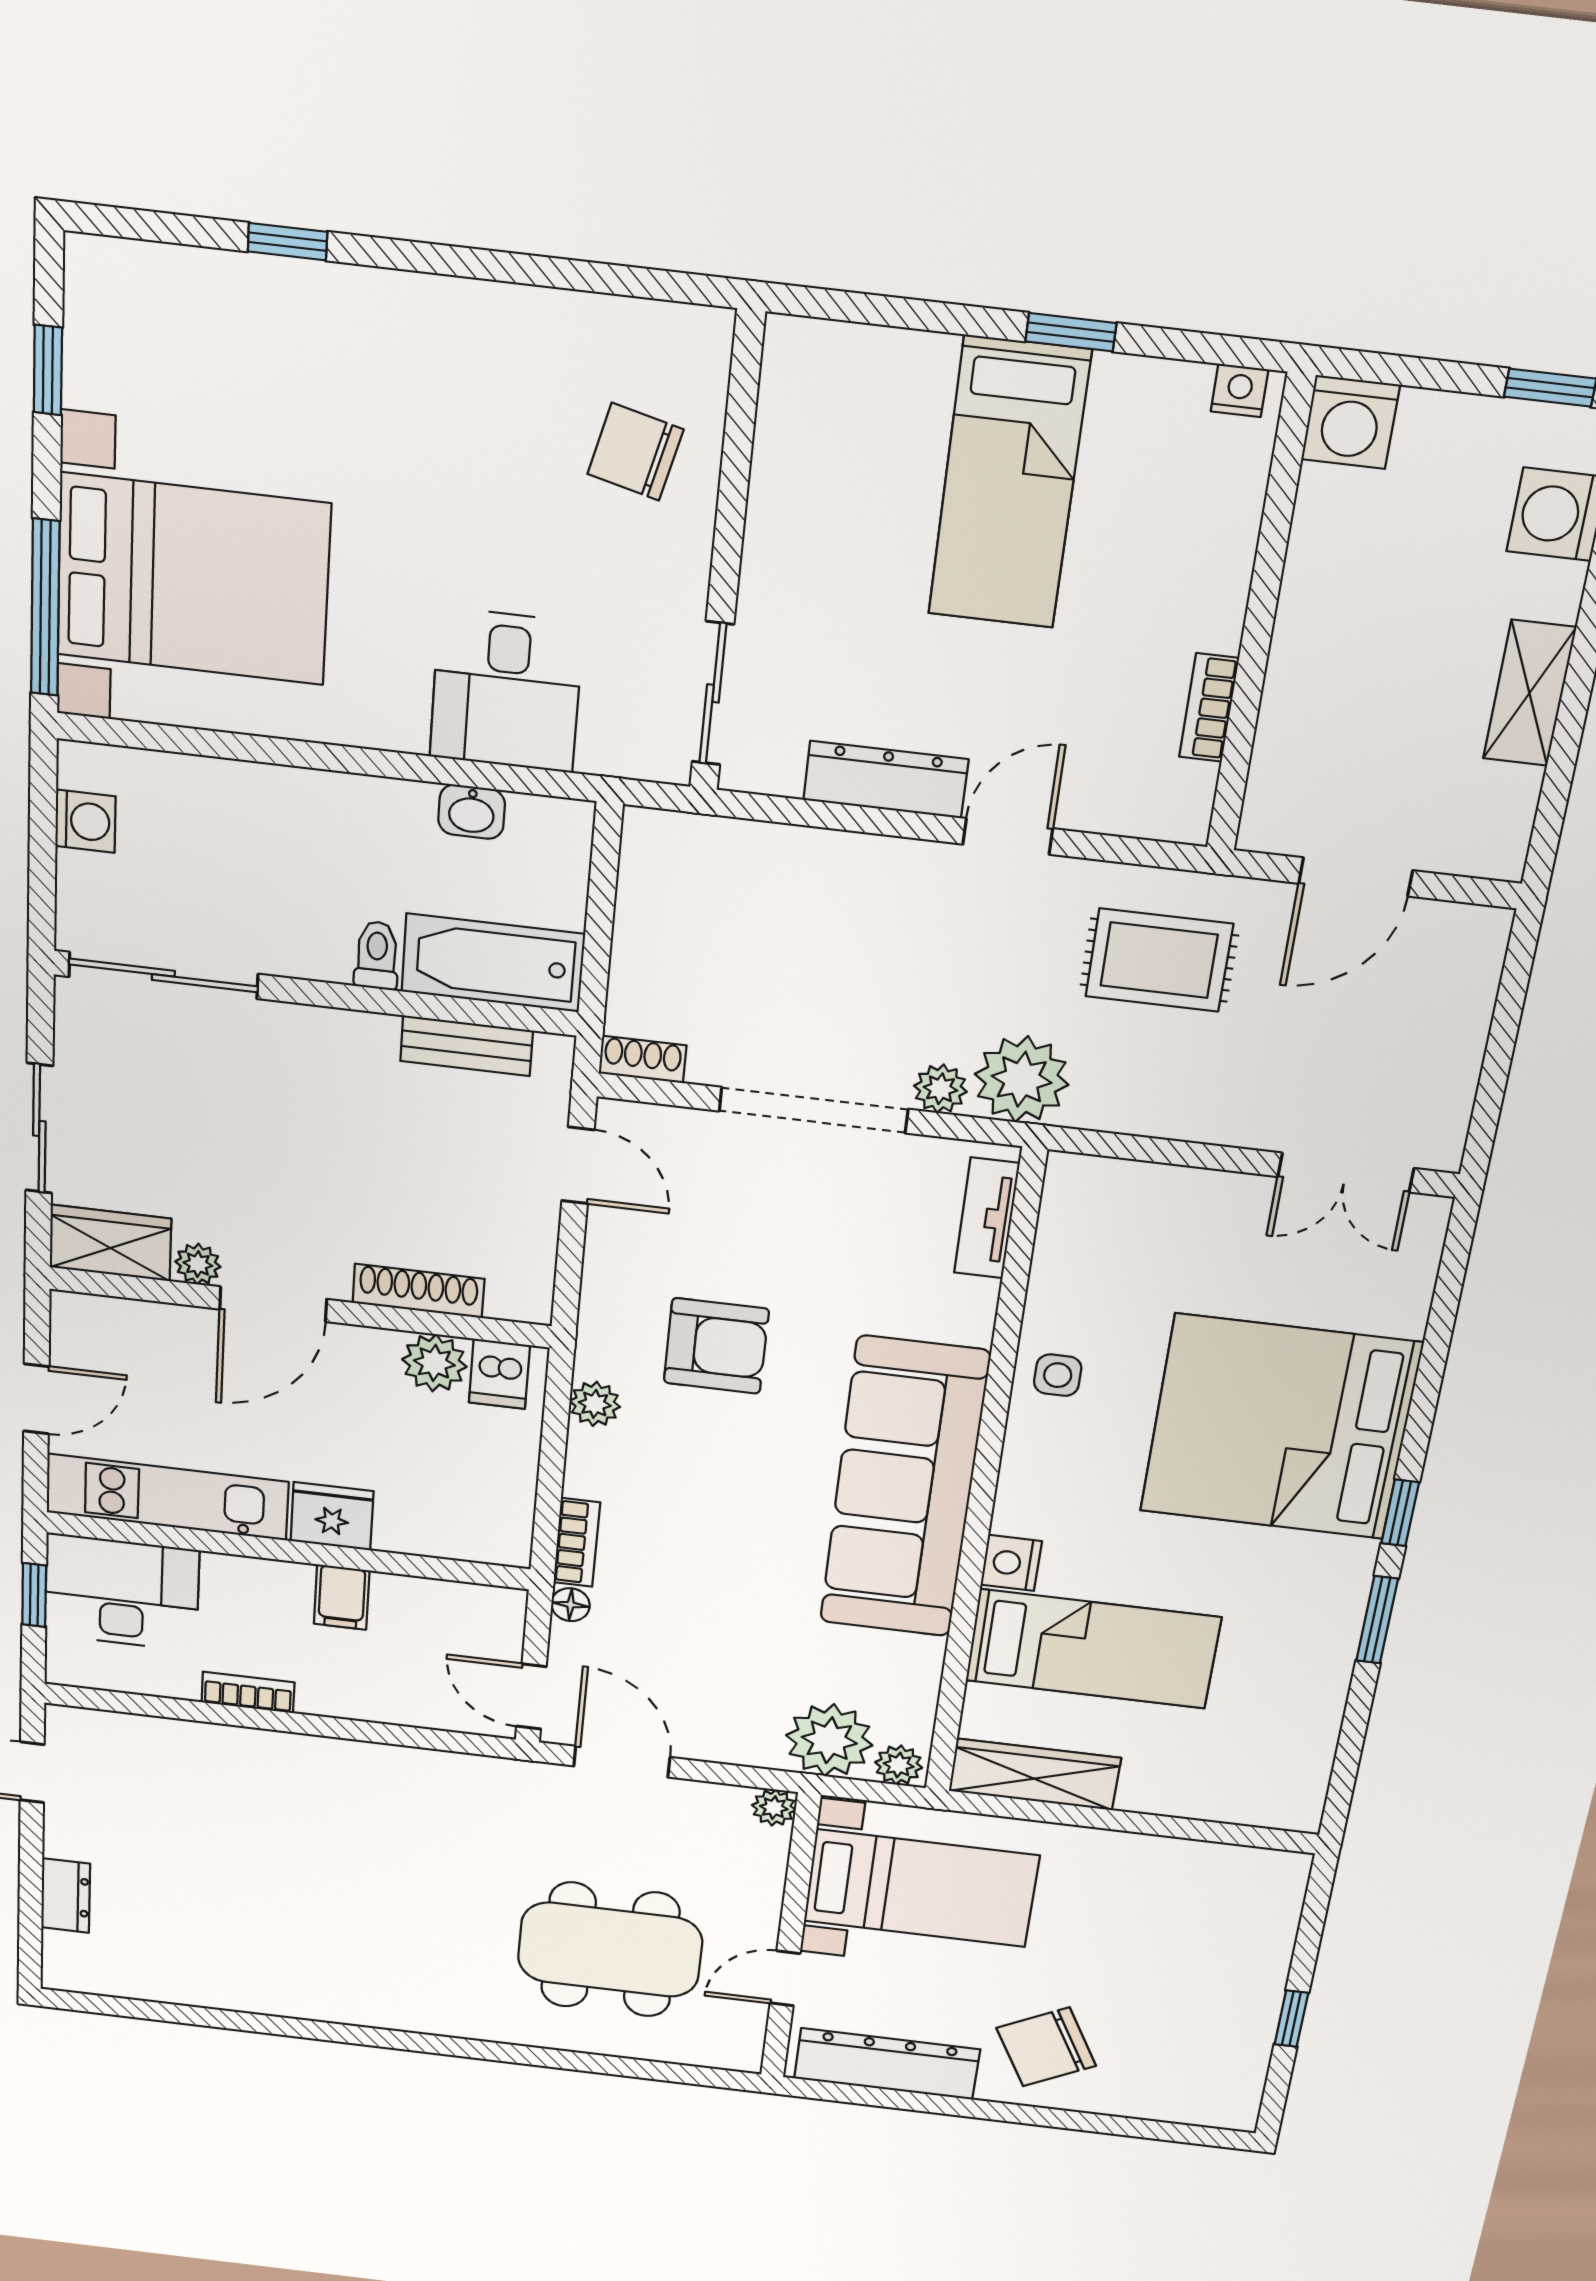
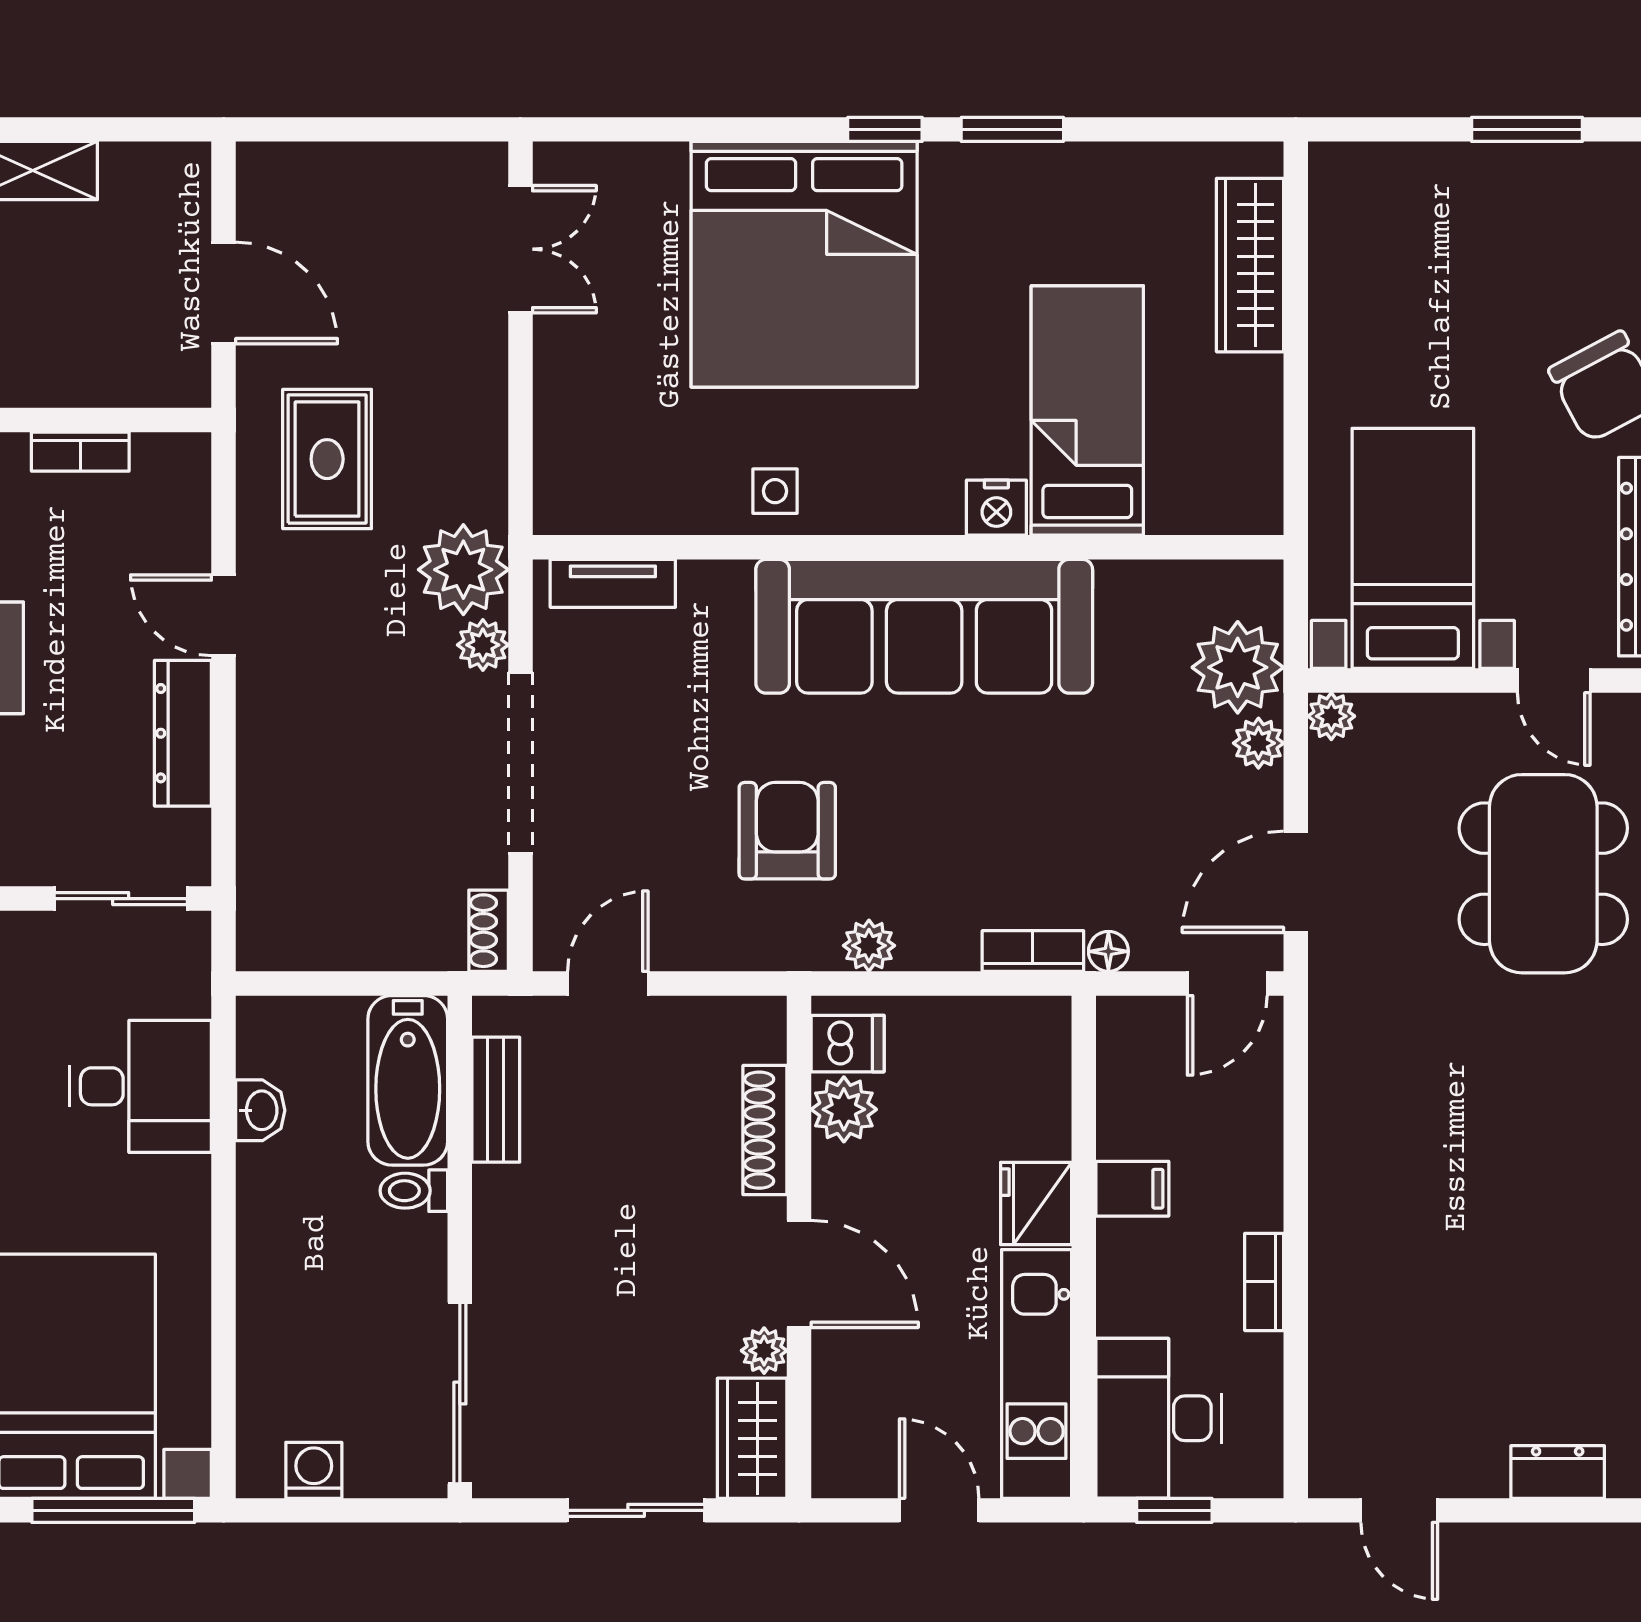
plant: (899, 1765) -> (1258, 743), moved
wardrobe: (1035, 1774) -> (1250, 265), moved
window: (1291, 2019) -> (1527, 129), width x1.50

